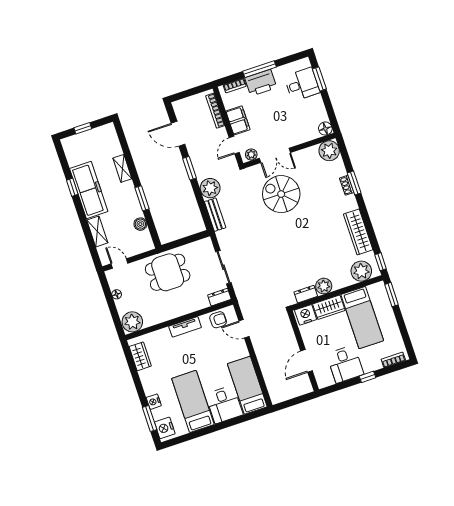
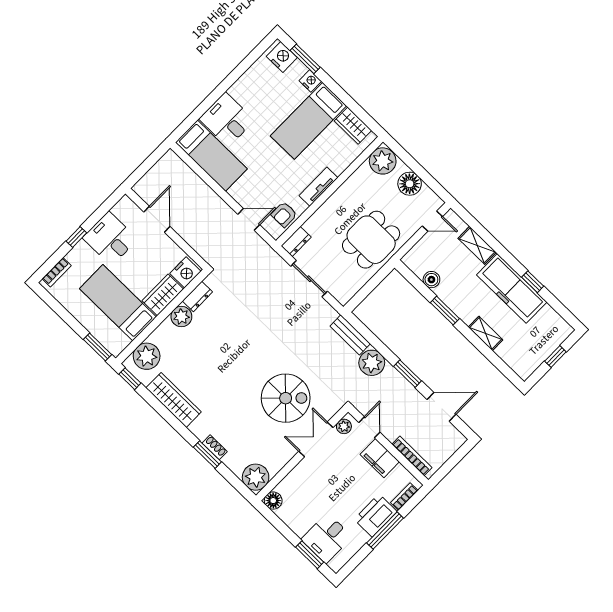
floor lamp: (117, 294) -> (410, 184), width x1.89, depth x1.89
bed: (193, 401) -> (308, 121), moved, turned 90

